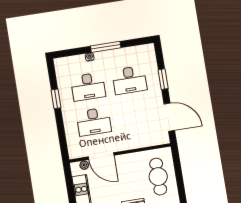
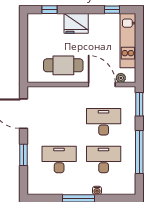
window: (56, 99) -> (139, 152), width x2.11
window: (63, 143) -> (139, 104), added
cafe table: (158, 177) -> (63, 65), moved, turned 90

